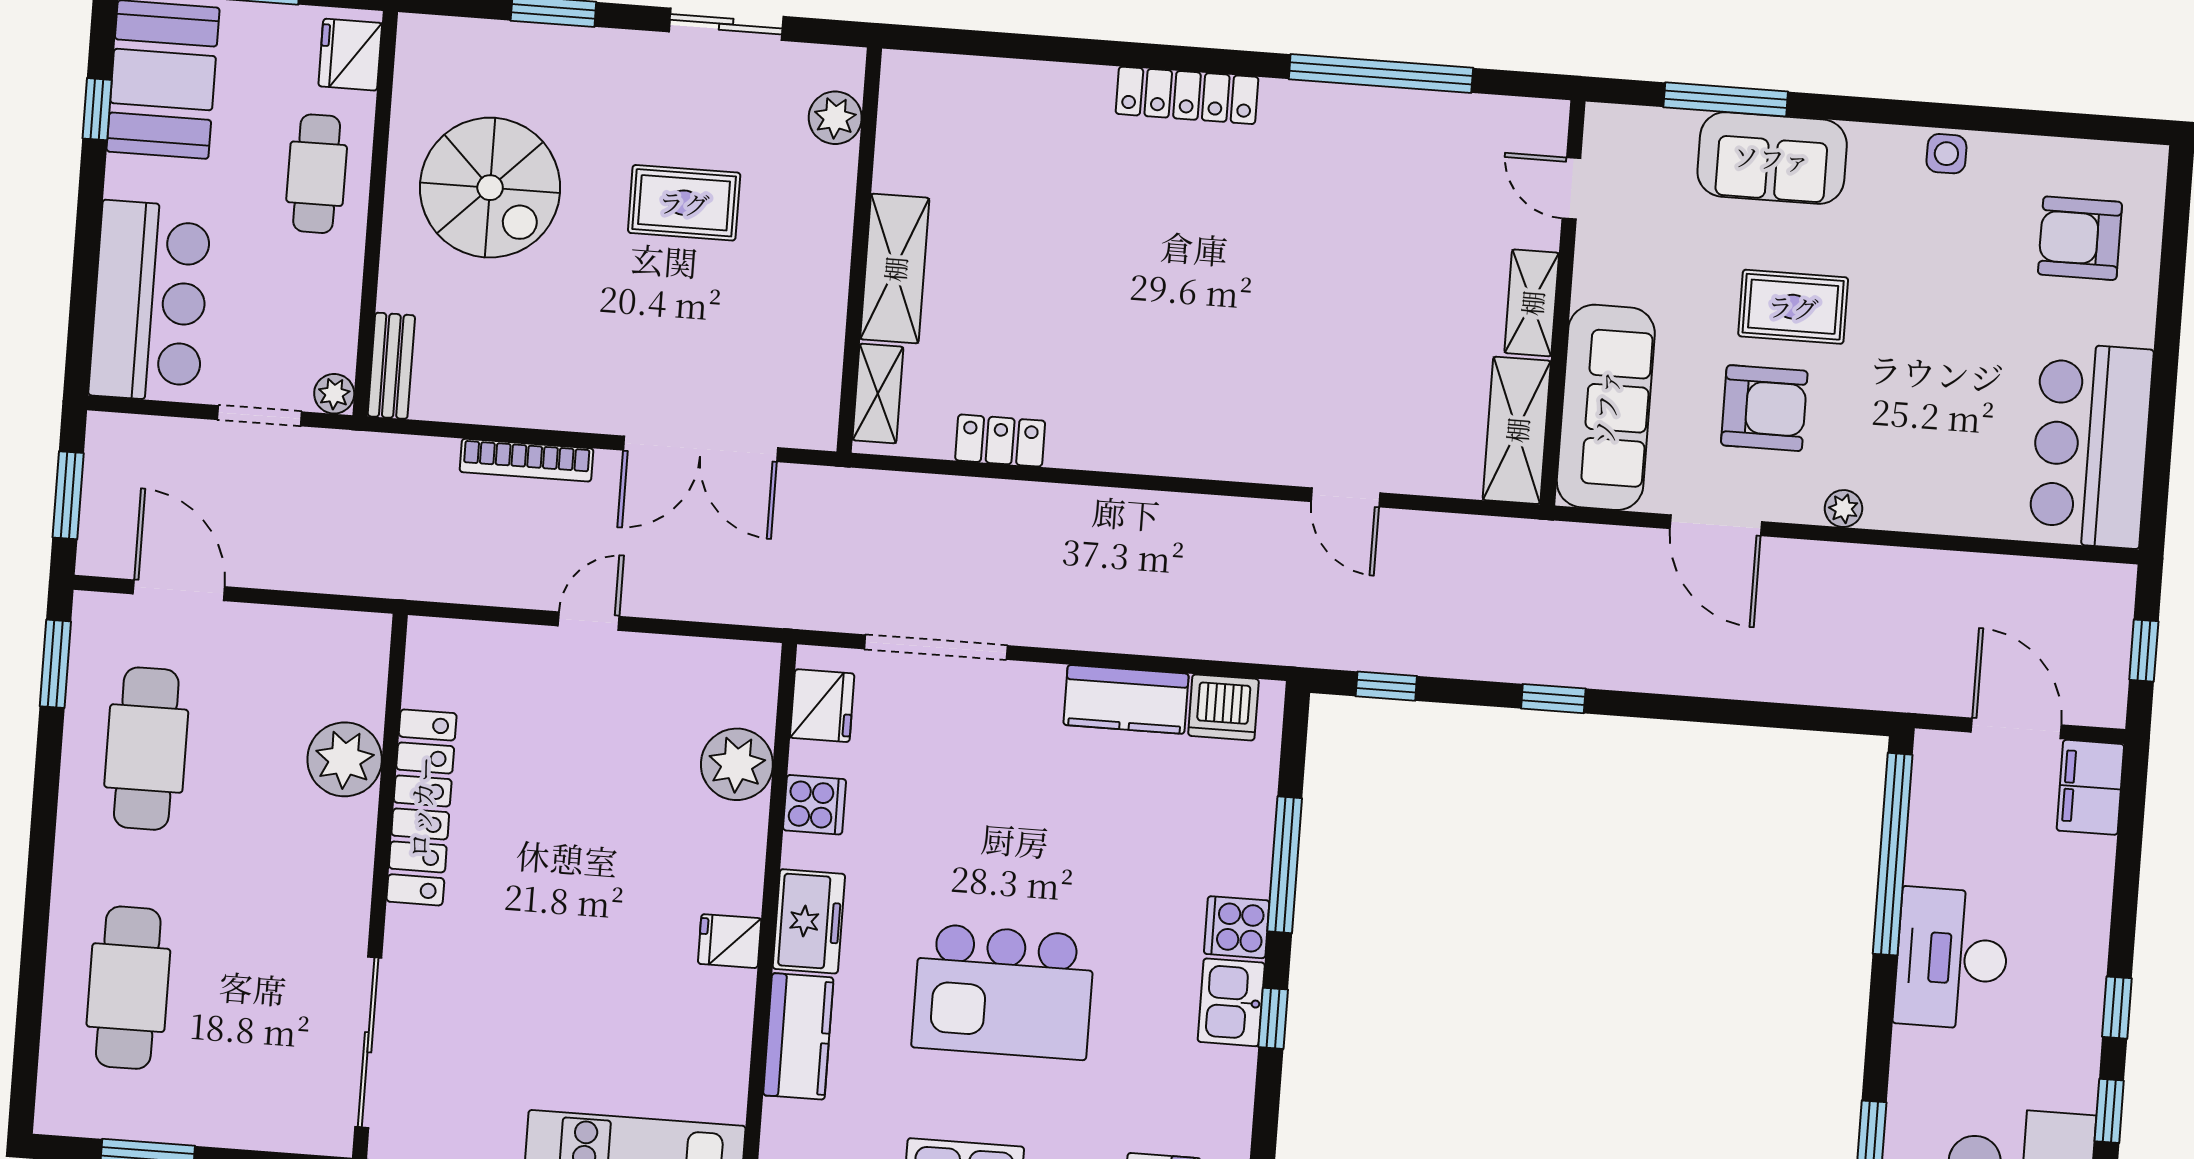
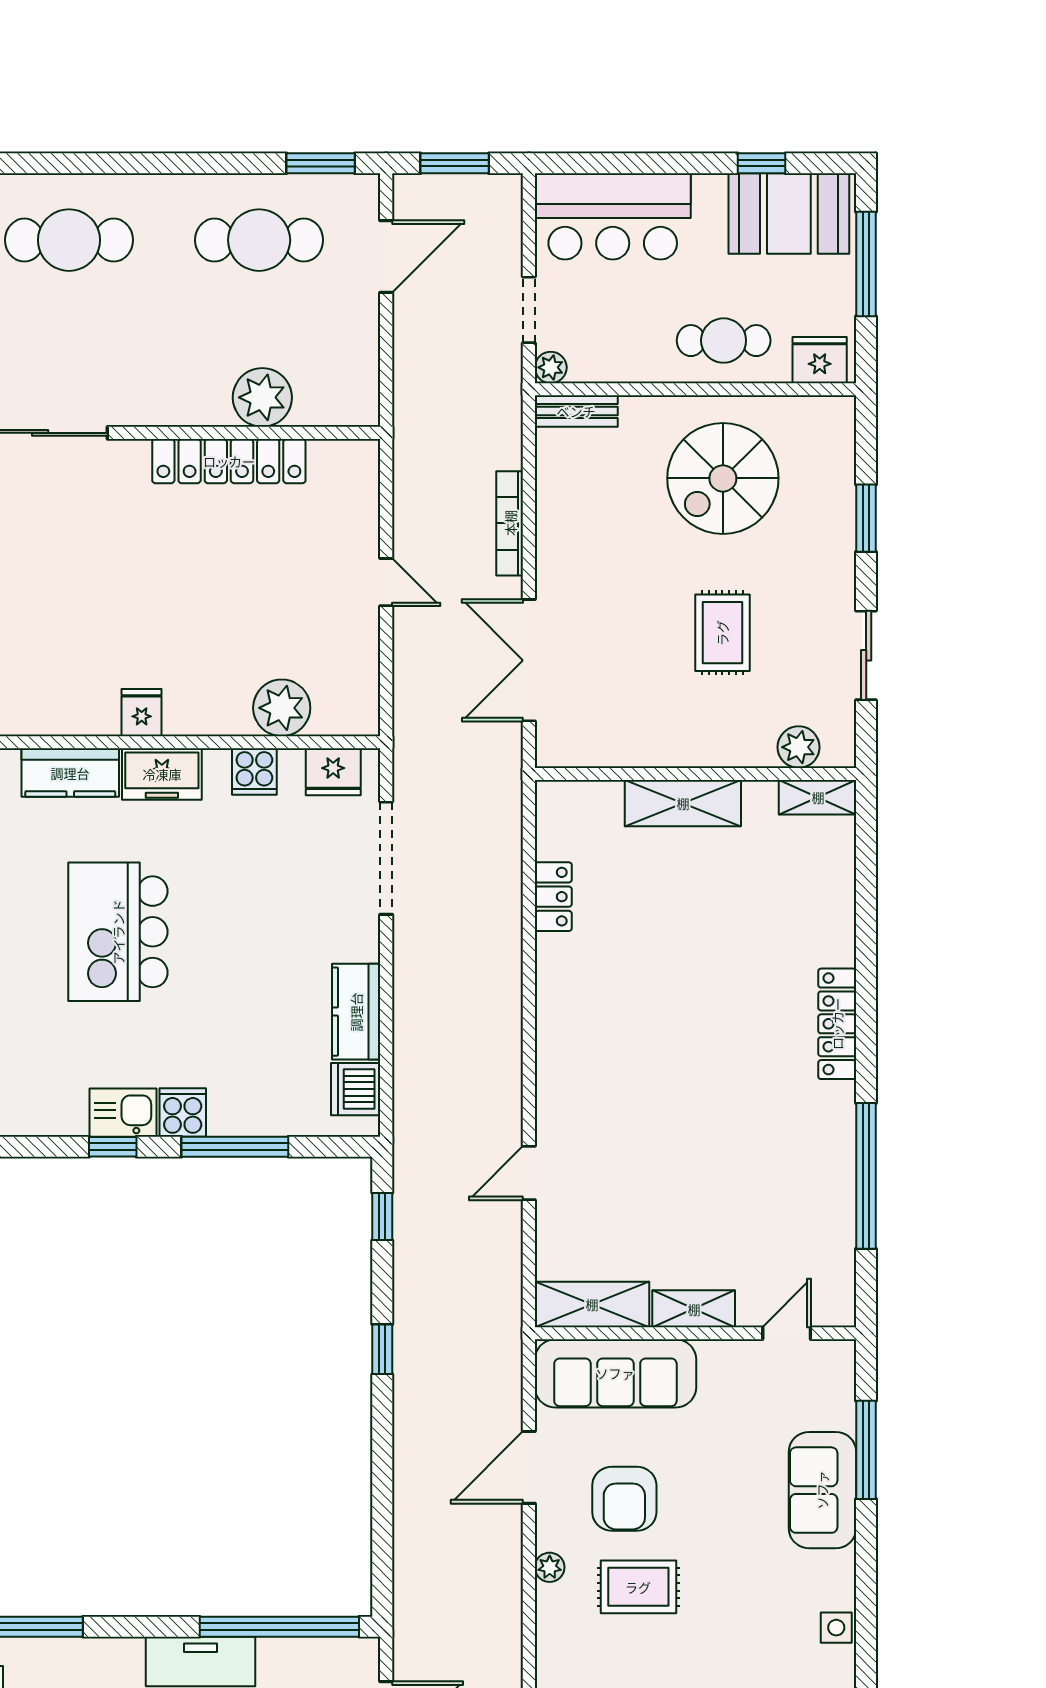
rug: (1793, 307) -> (638, 1587), moved, turned 90
shelving: (878, 394) -> (818, 797), moved

